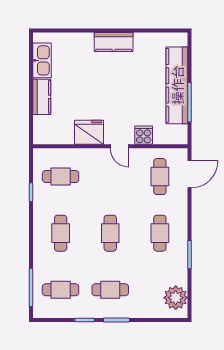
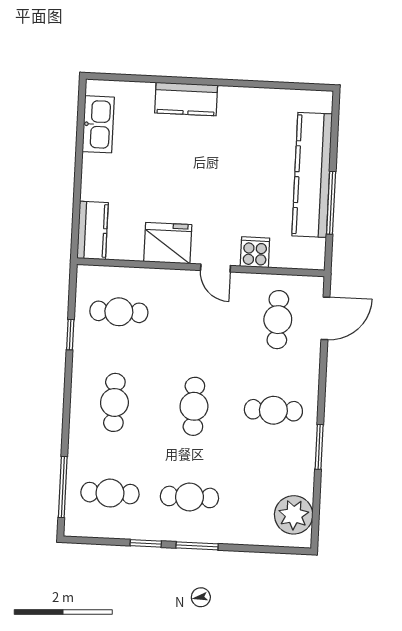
kitchen counter: (114, 42) -> (186, 99), moved
kitchen counter: (42, 97) -> (93, 230), moved
cafe table: (160, 233) -> (273, 410), turned 90

